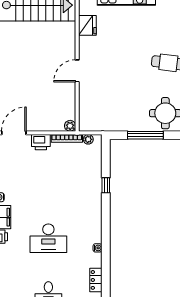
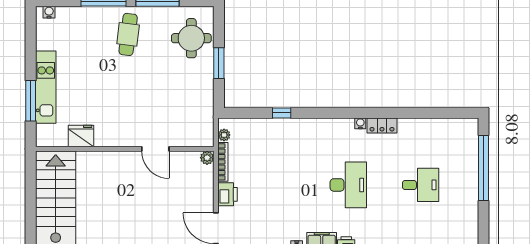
door: (77, 71) -> (155, 149), moved
window: (145, 135) -> (219, 63), width x0.69
locker: (96, 280) -> (382, 125), moved

